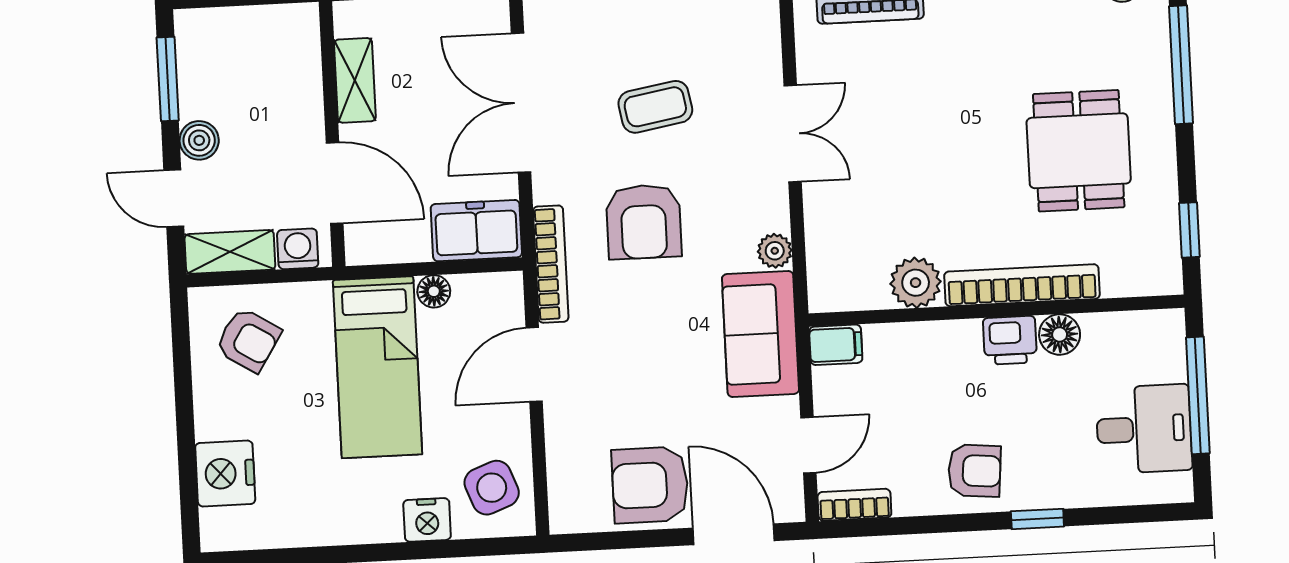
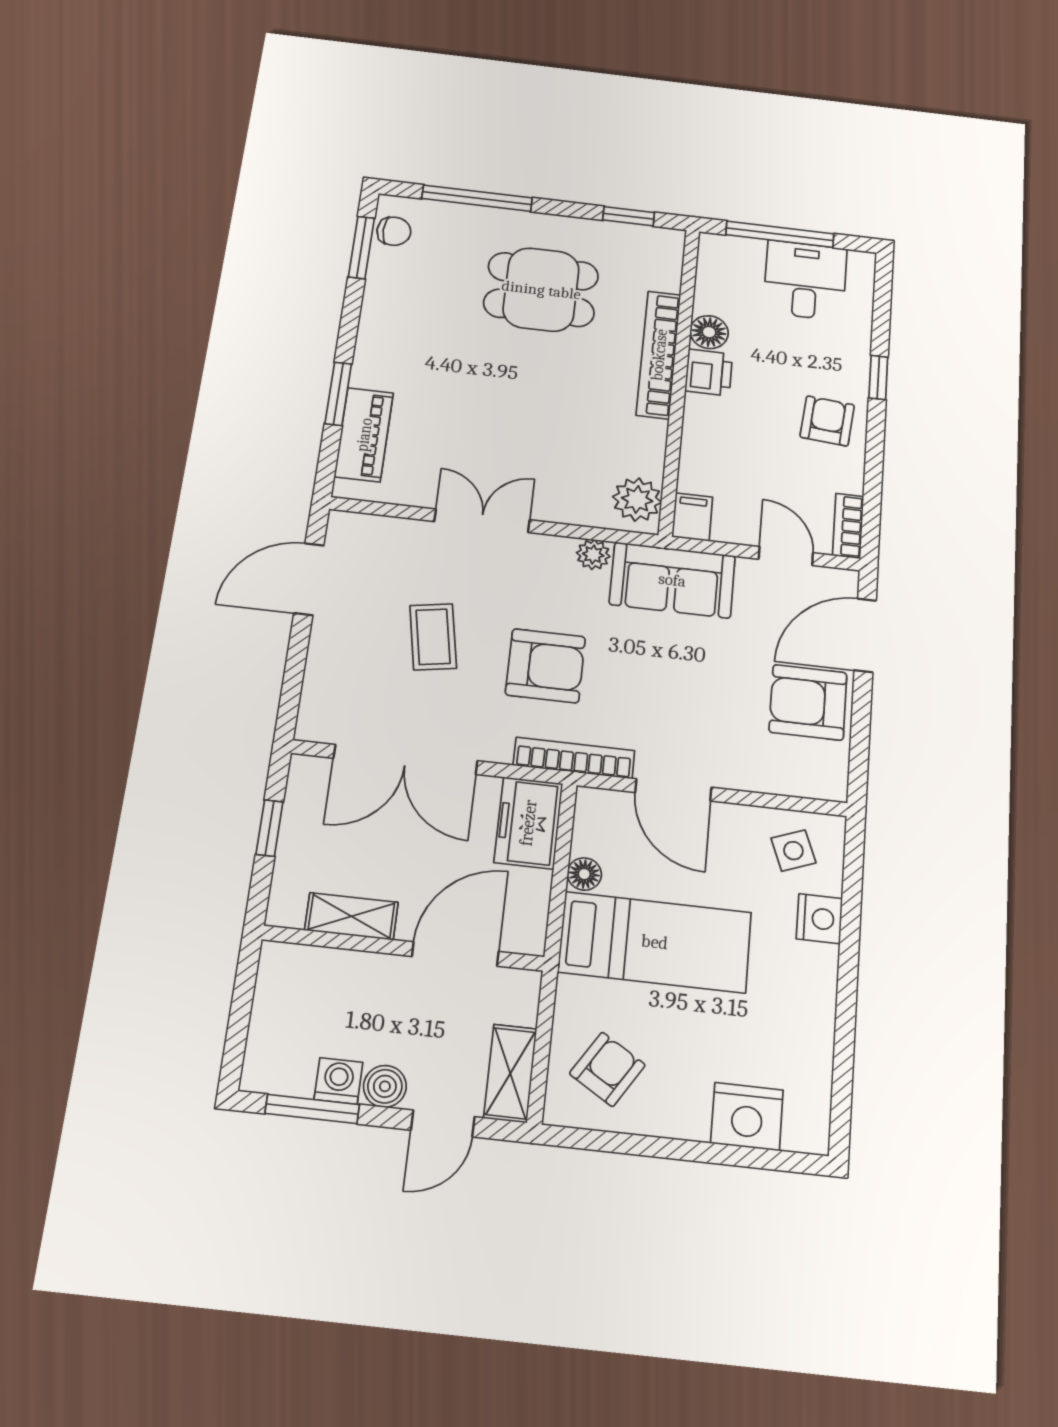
washing machine: (298, 249) -> (338, 1081), moved, turned 90
plant: (916, 283) -> (637, 500), moved
armchair: (650, 485) -> (808, 702), turned 90
side table: (492, 488) -> (793, 851), width x0.73, depth x0.73

